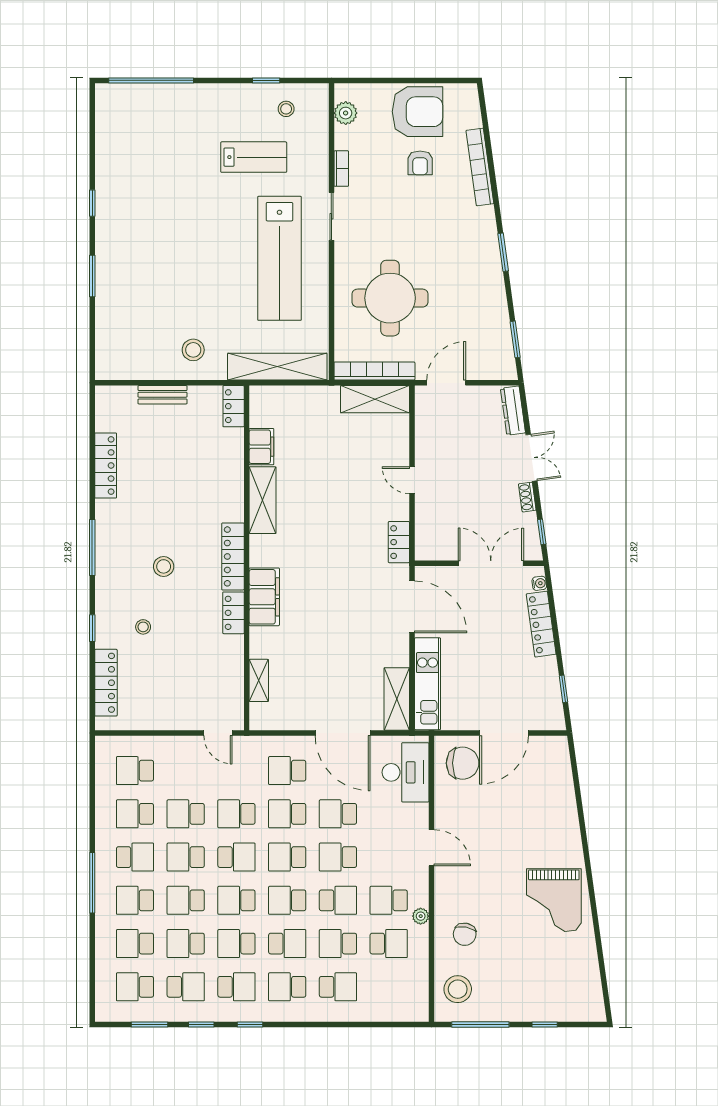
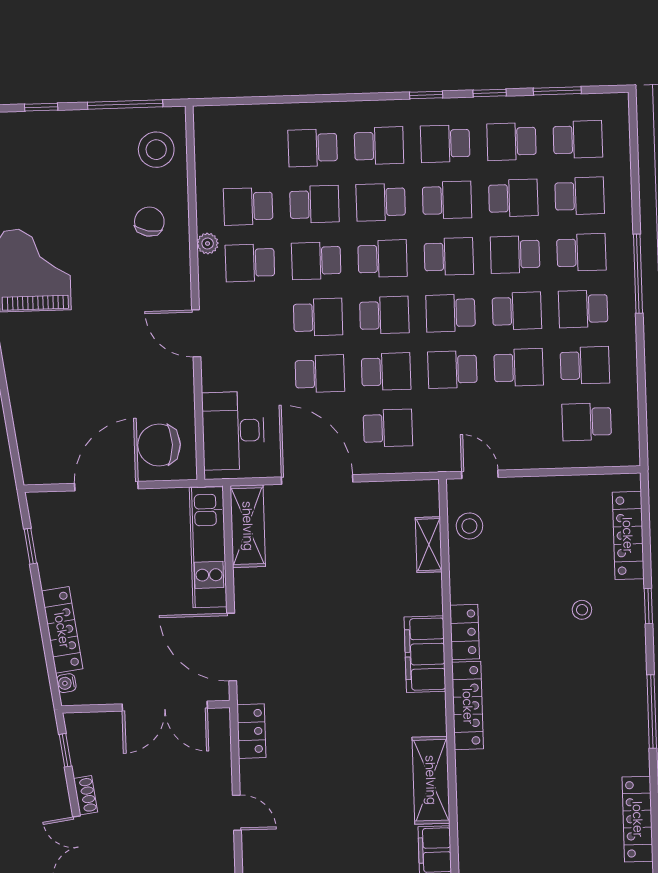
double door: (491, 563) -> (165, 706), moved
stool: (164, 566) -> (469, 526), moved
school desk: (135, 771) -> (587, 422), turned 180
school desk: (236, 814) -> (452, 370), turned 180
school desk: (186, 900) -> (515, 254), turned 180
school desk: (389, 900) -> (250, 263), turned 180

